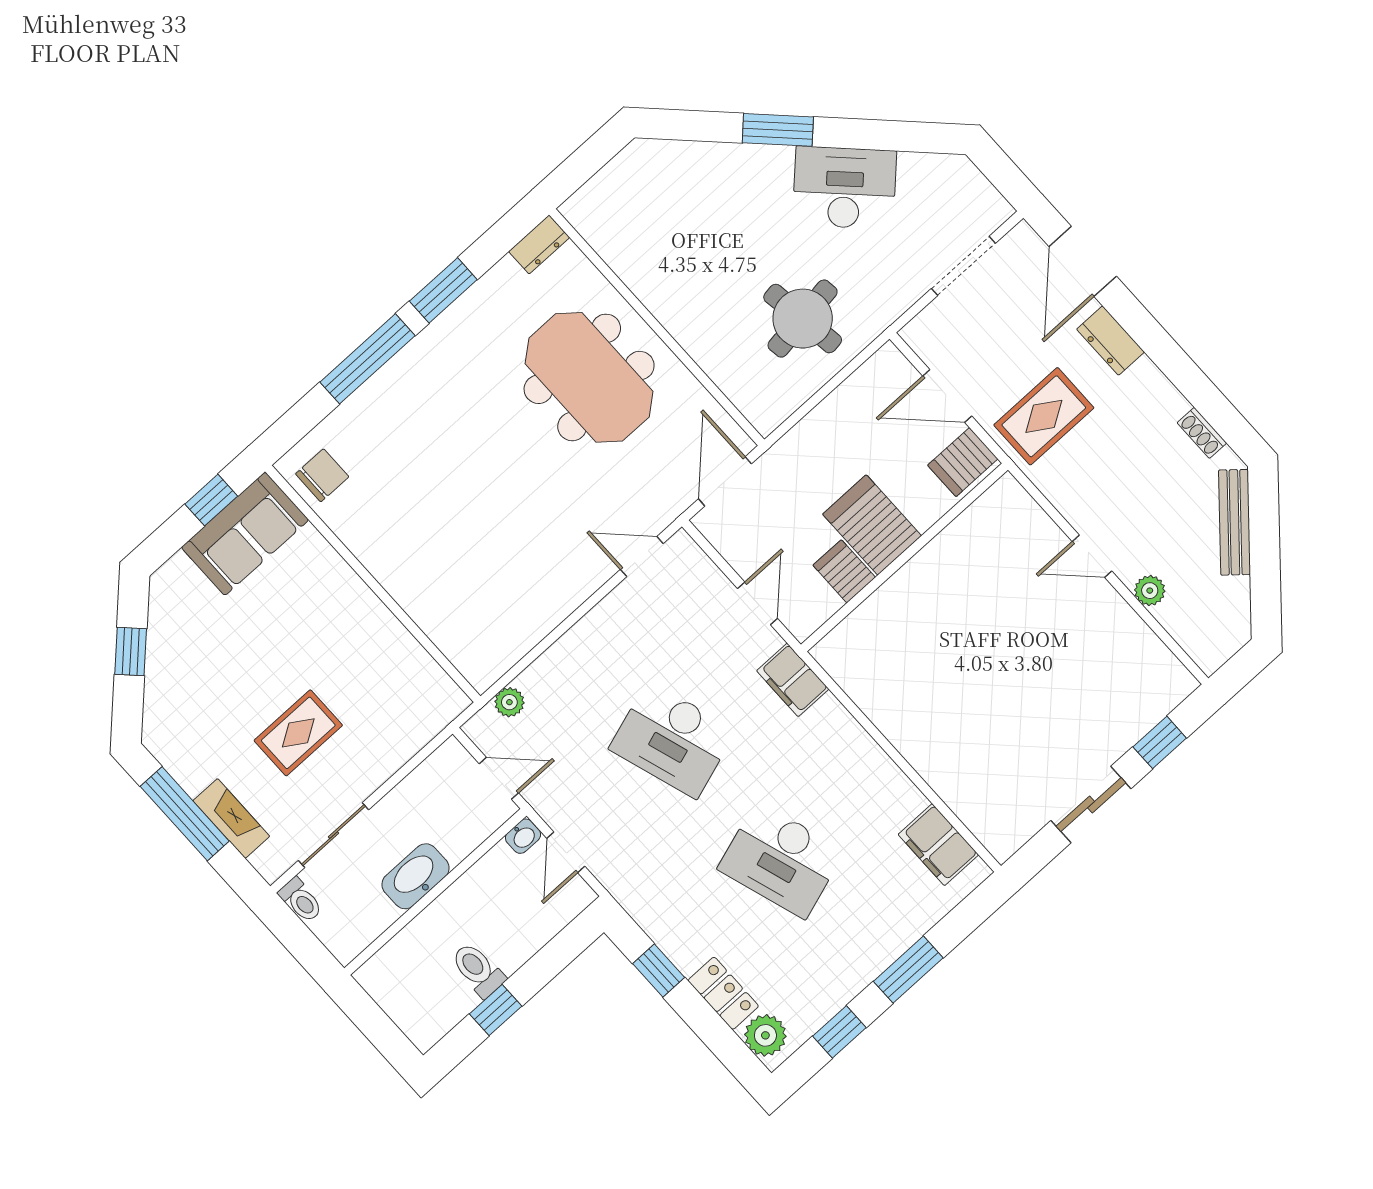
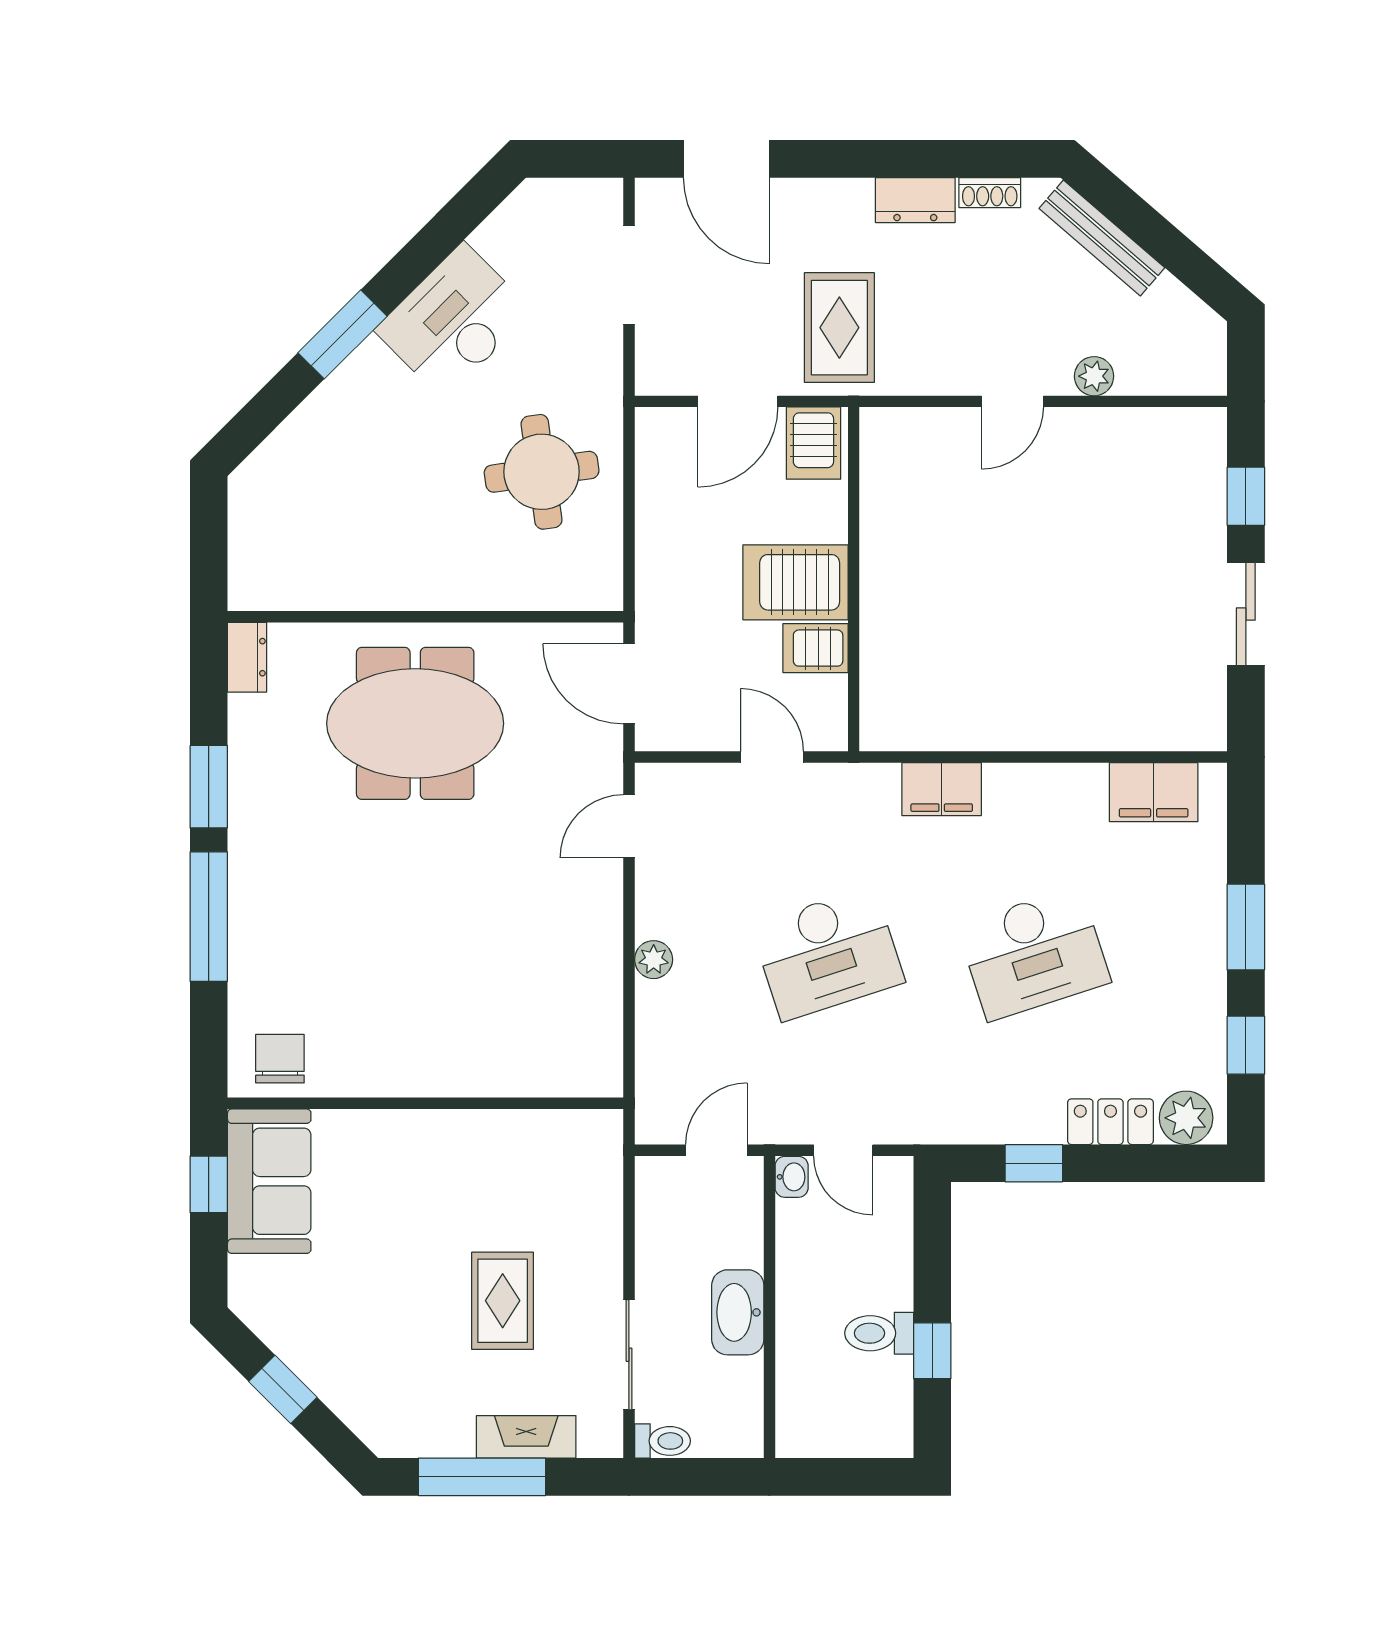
dresser: (1110, 341) -> (915, 200), moved
filing cabinet: (793, 680) -> (942, 789), moved
plant: (509, 702) -> (654, 960), moved

